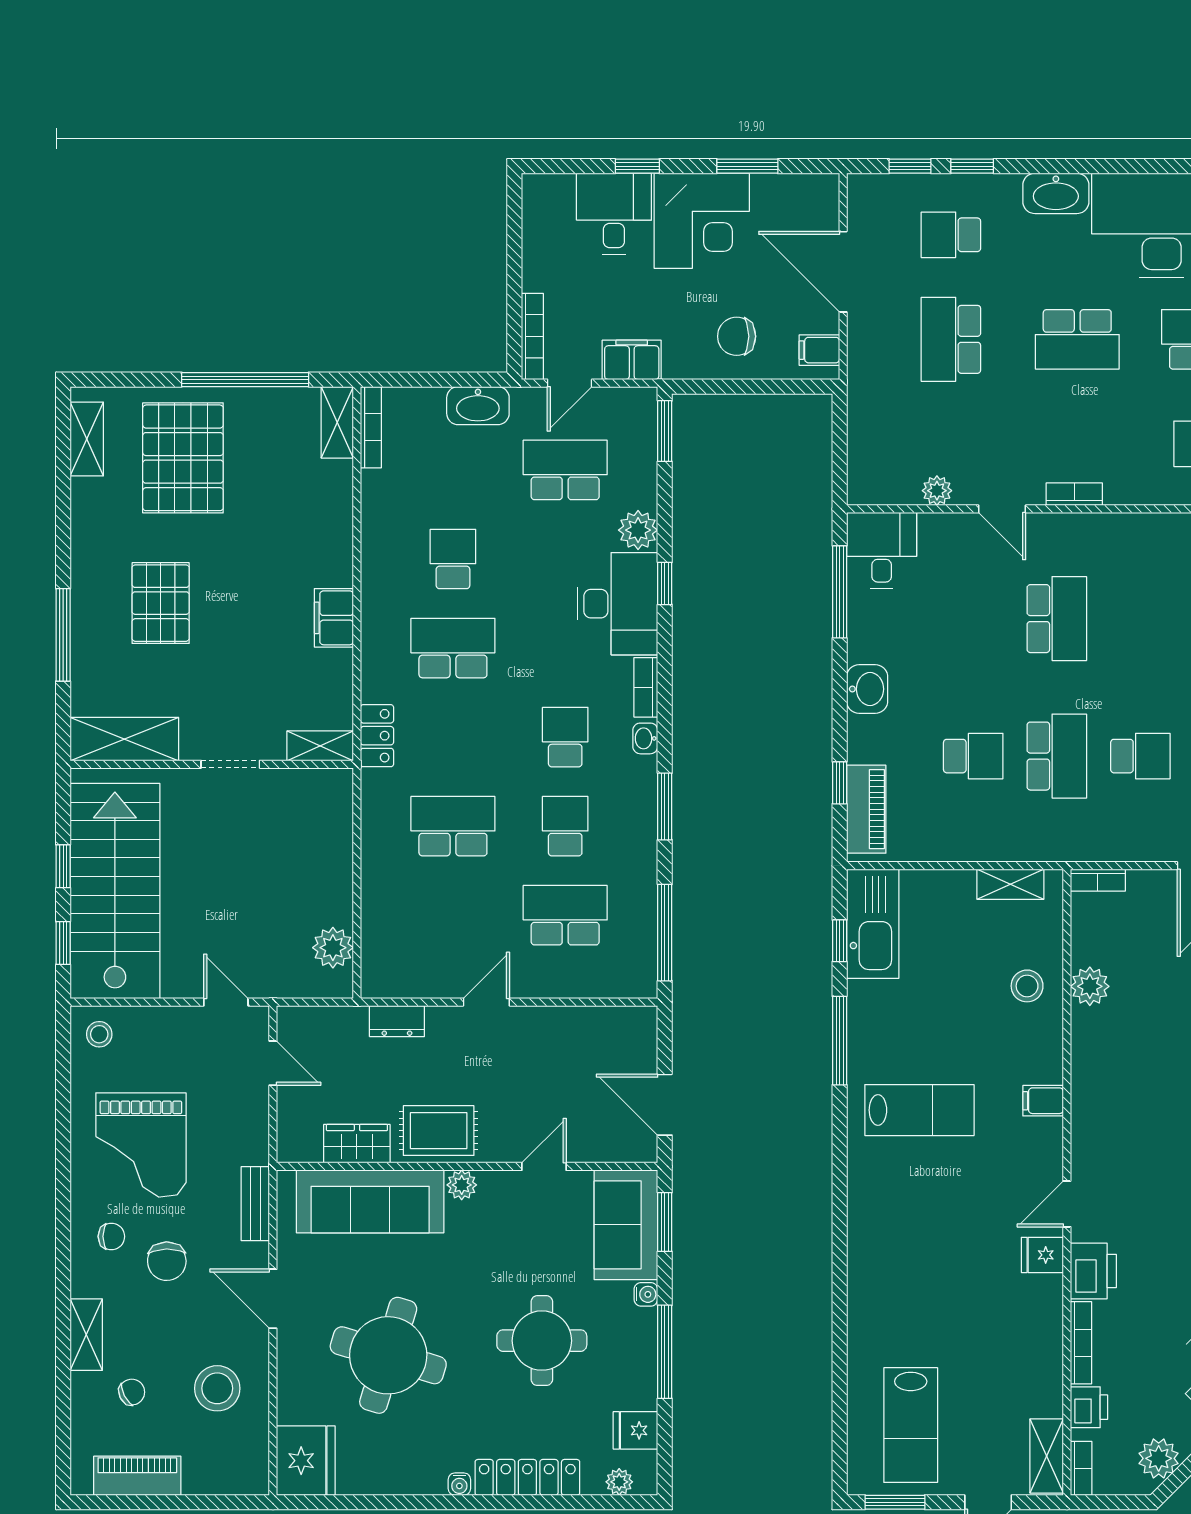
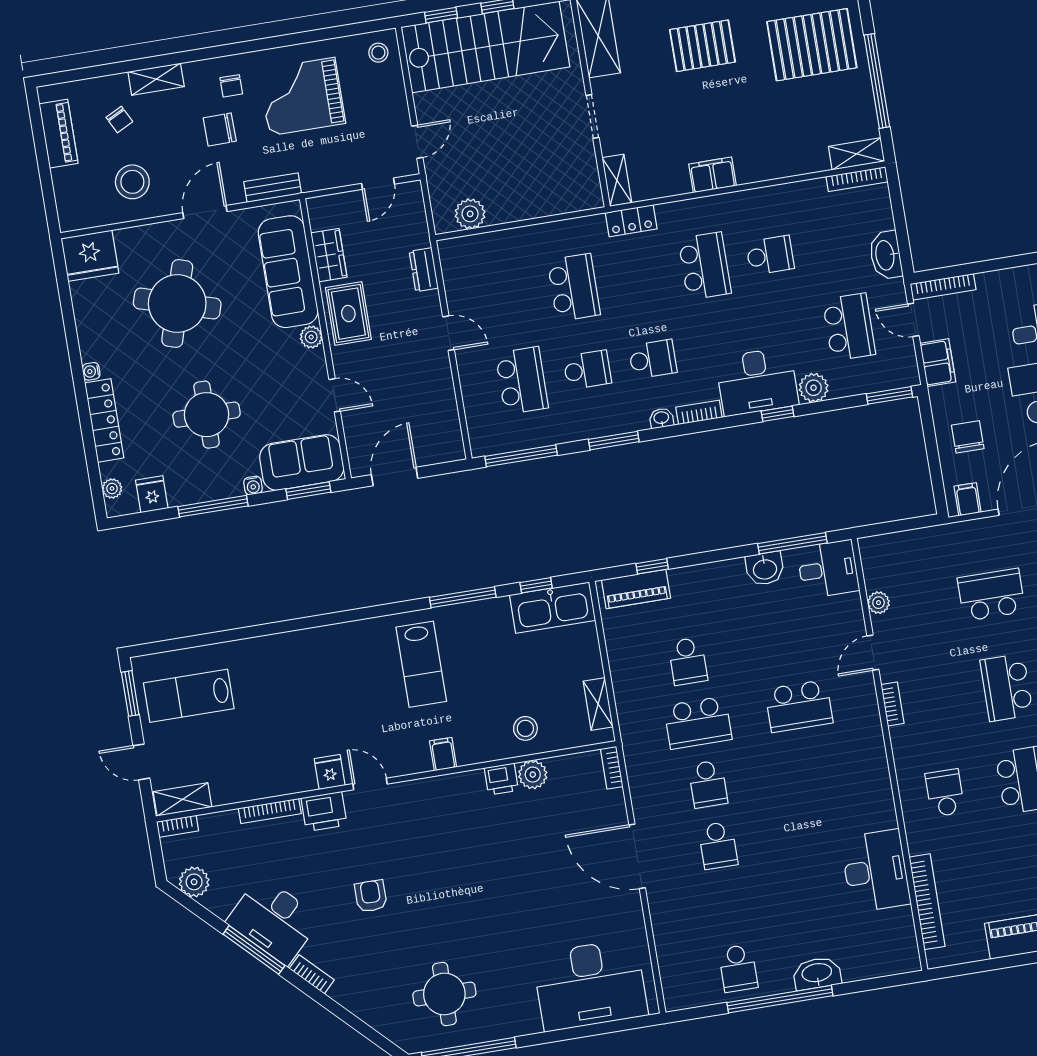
washbasin: (867, 689) -> (765, 569), moved
printer: (1089, 1407) -> (501, 779), moved

